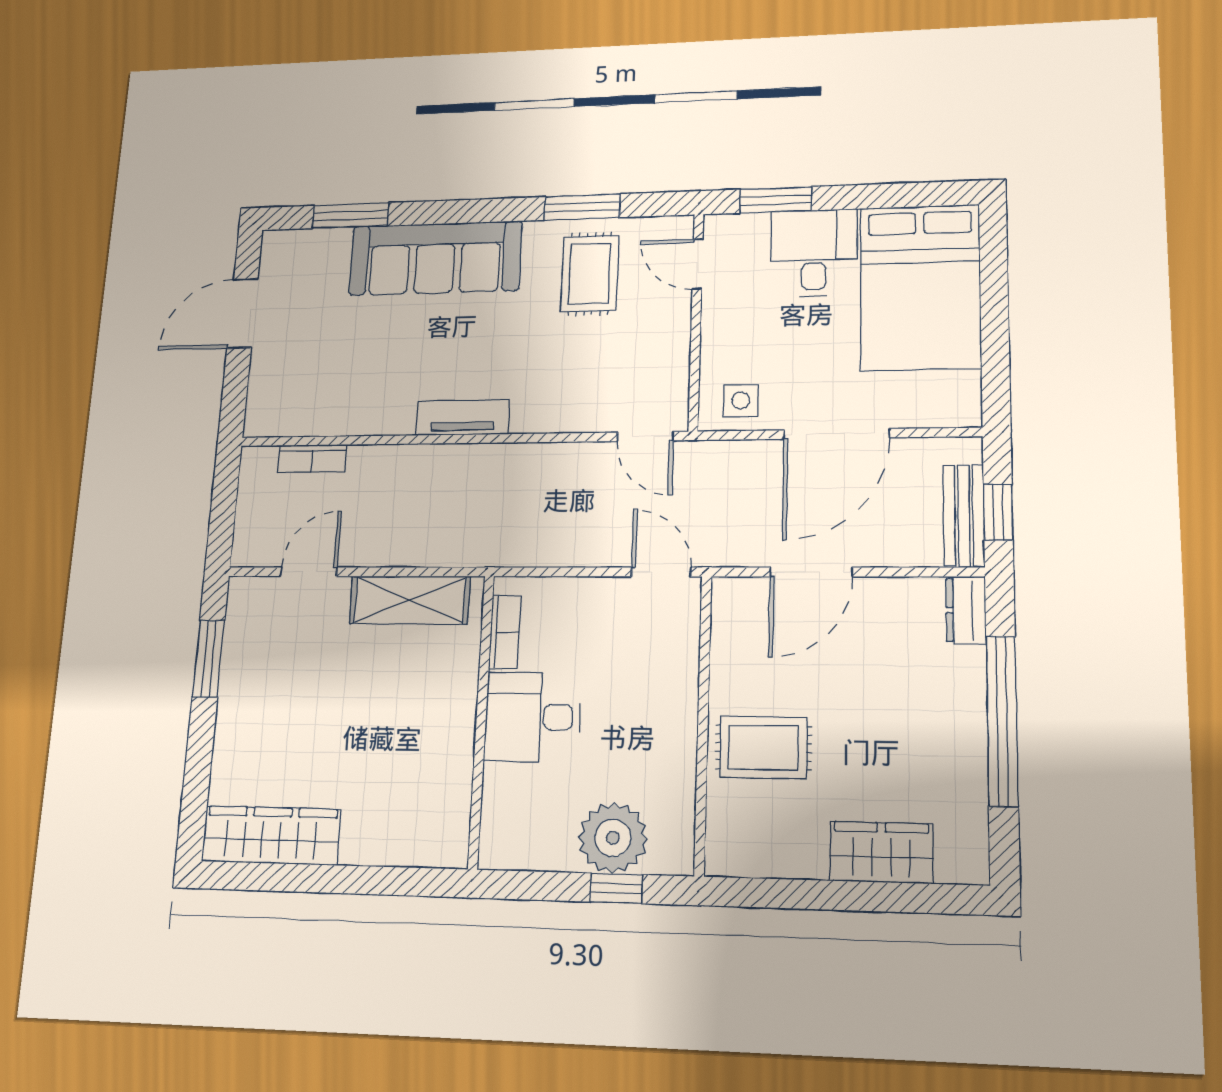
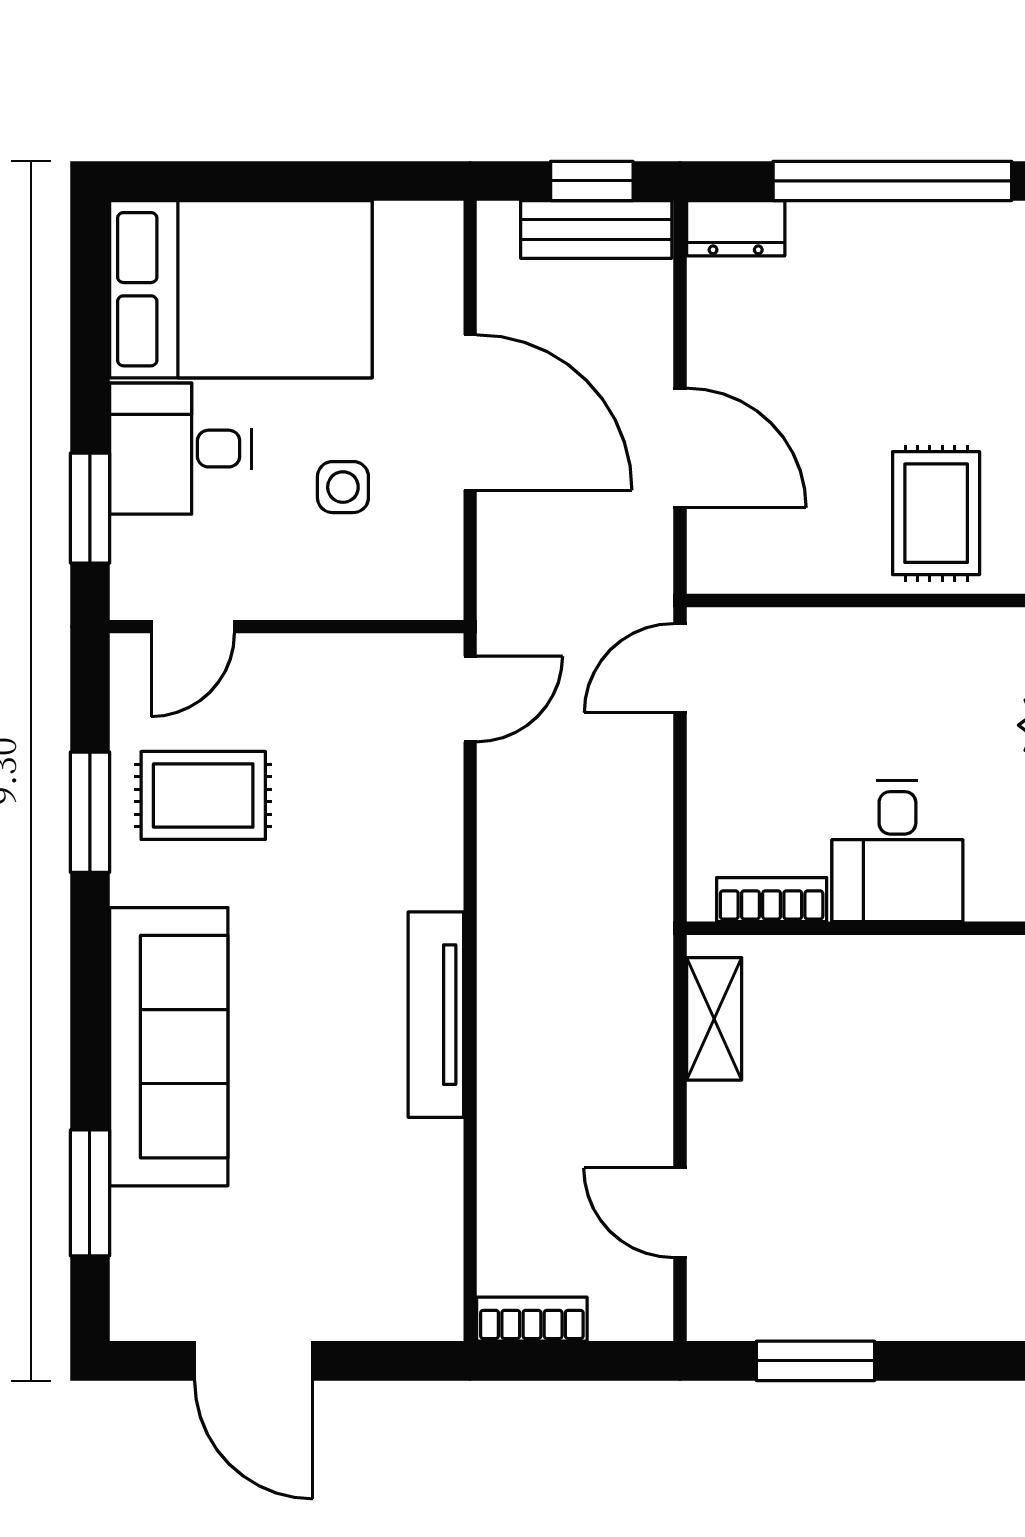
side table: (741, 401) -> (343, 487), moved
tv unit: (463, 418) -> (436, 1015), width x1.41
bookcase: (312, 459) -> (532, 1319), moved, turned -90
shelving: (410, 600) -> (714, 1019), width x0.67, depth x0.75

